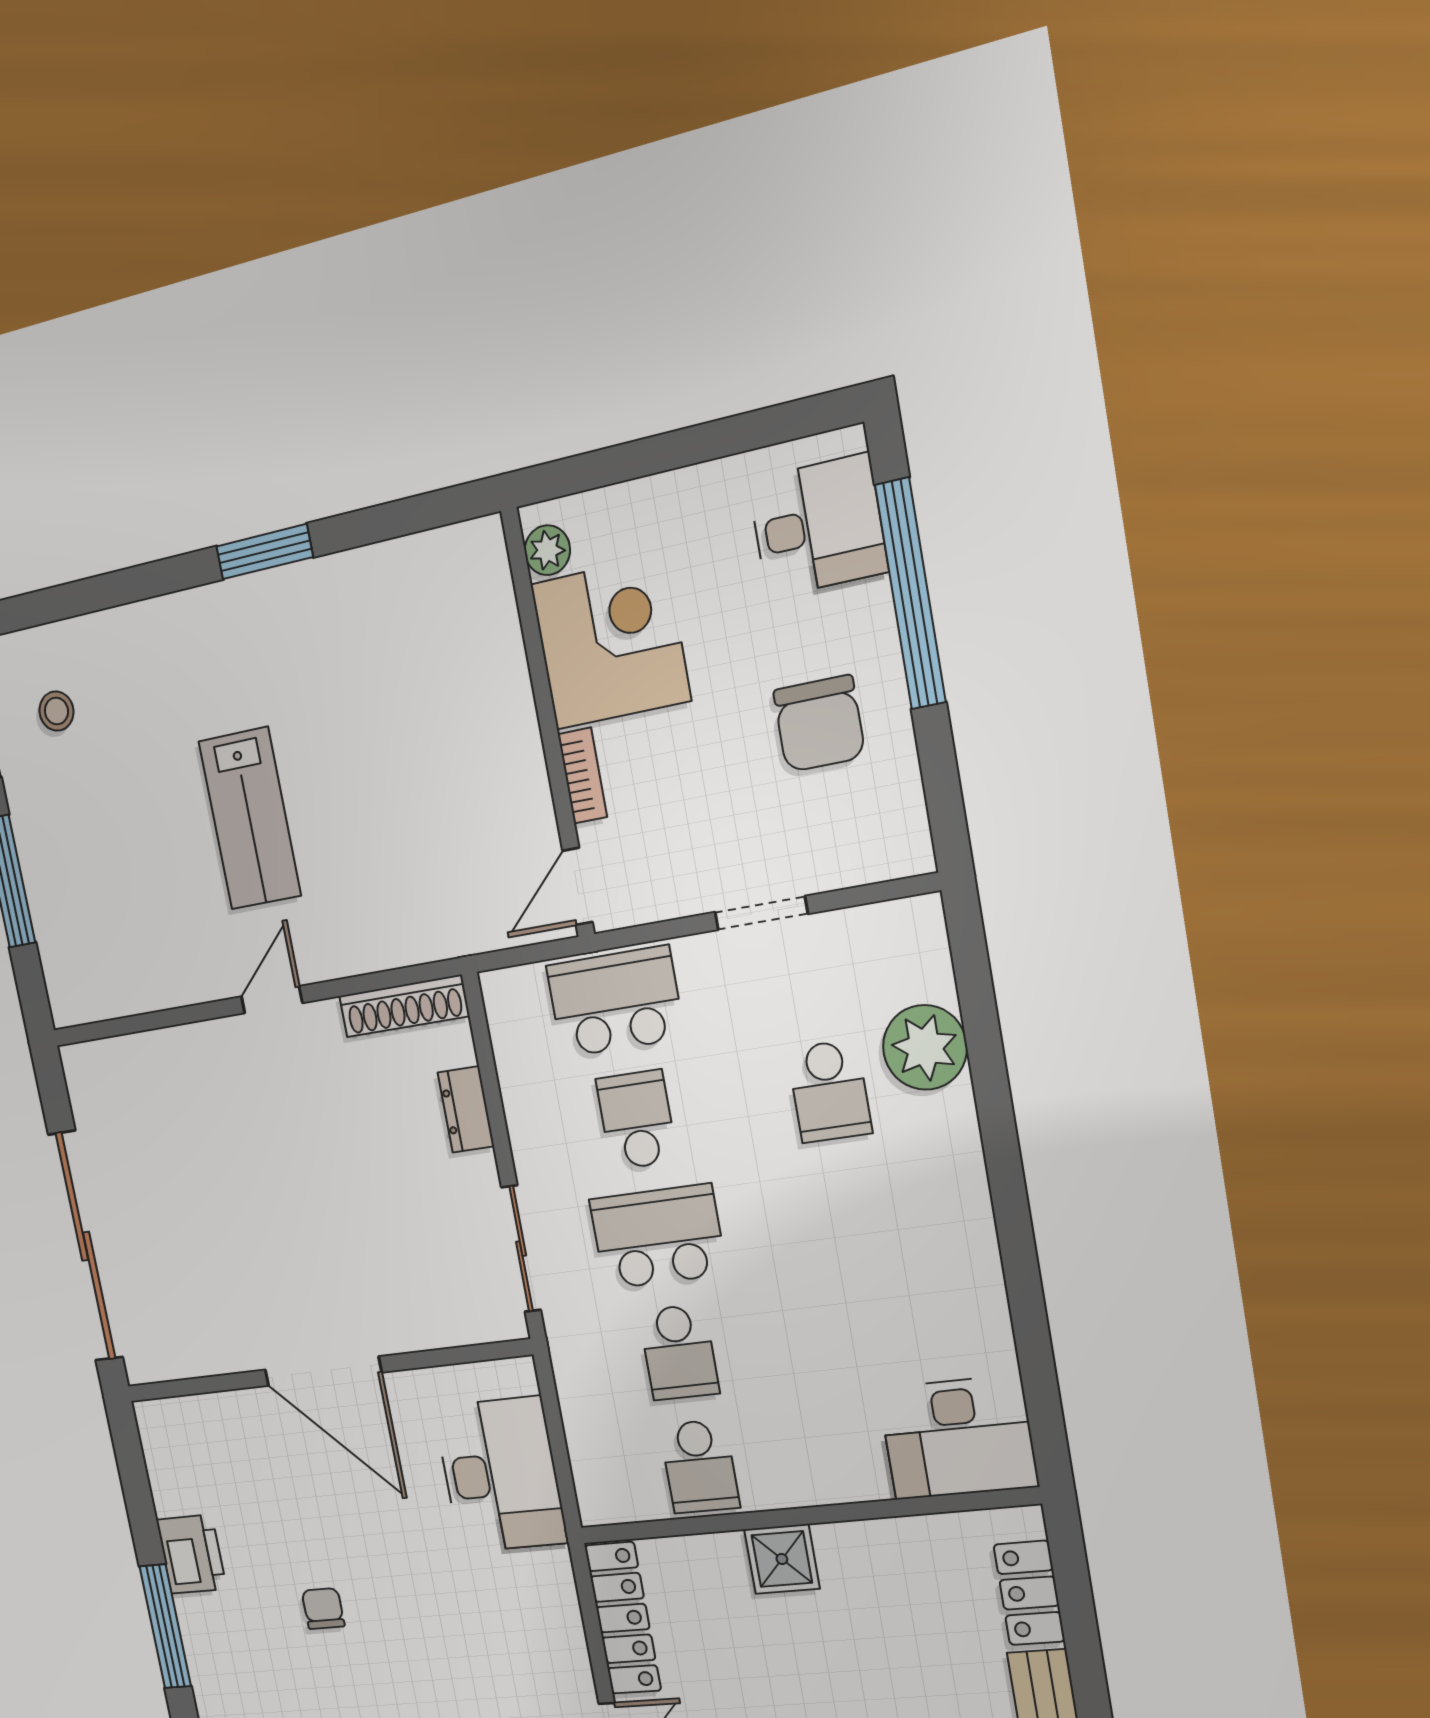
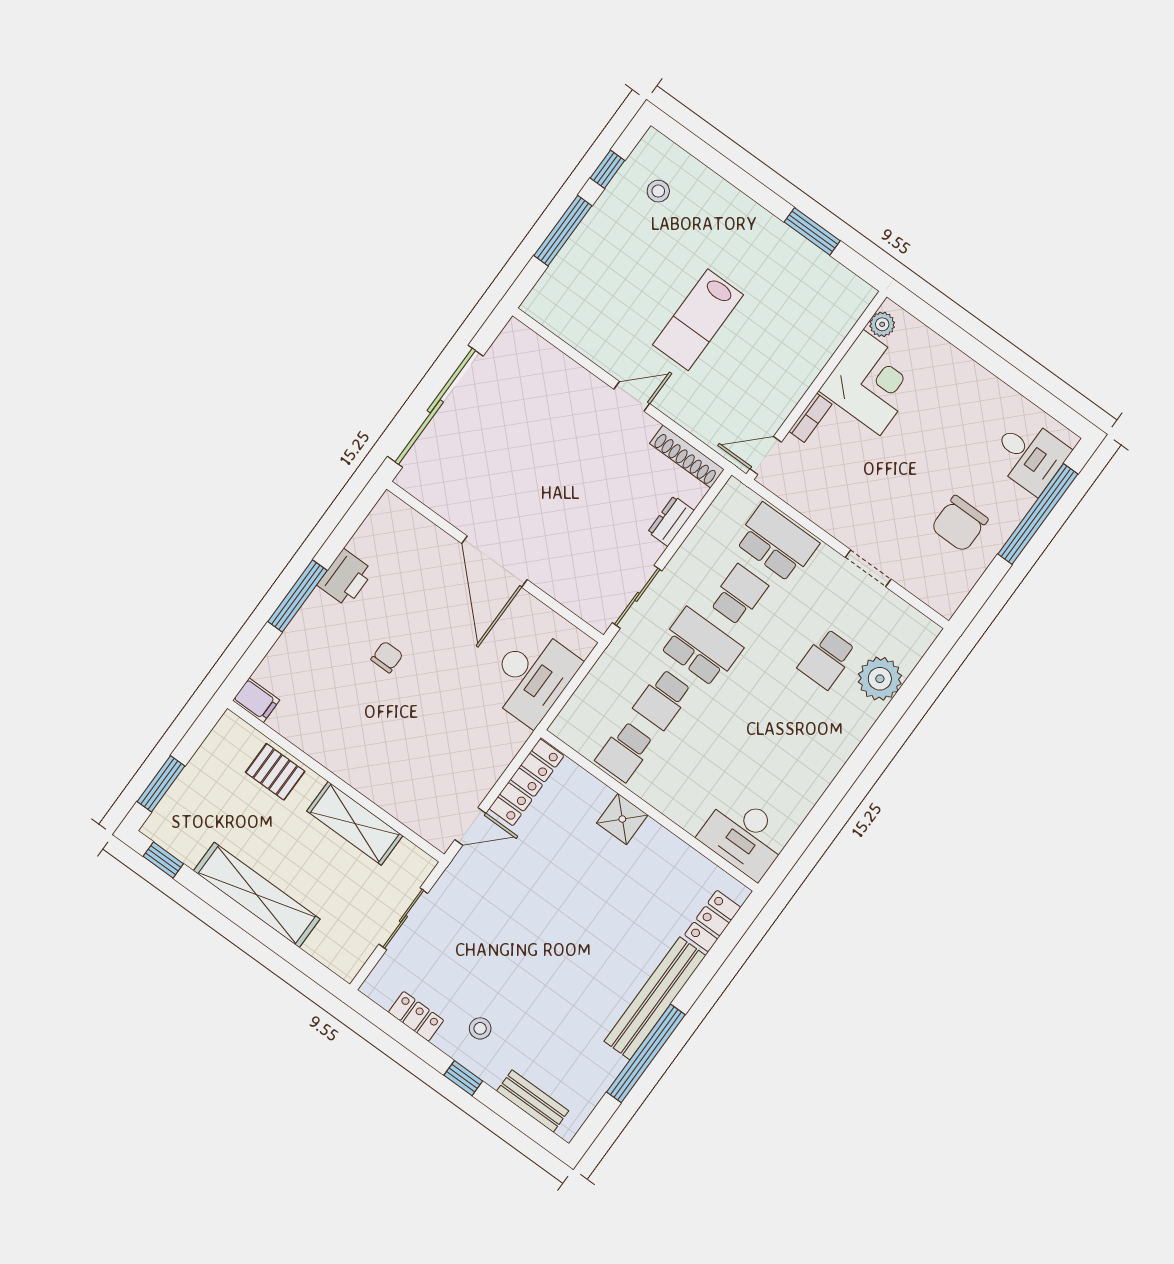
plant: (547, 550) -> (882, 324), moved
corner desk: (611, 642) -> (872, 382), moved
wall: (548, 724) -> (817, 385), moved
bookcase: (582, 776) -> (810, 418), moved
door: (578, 886) -> (766, 455), moved

